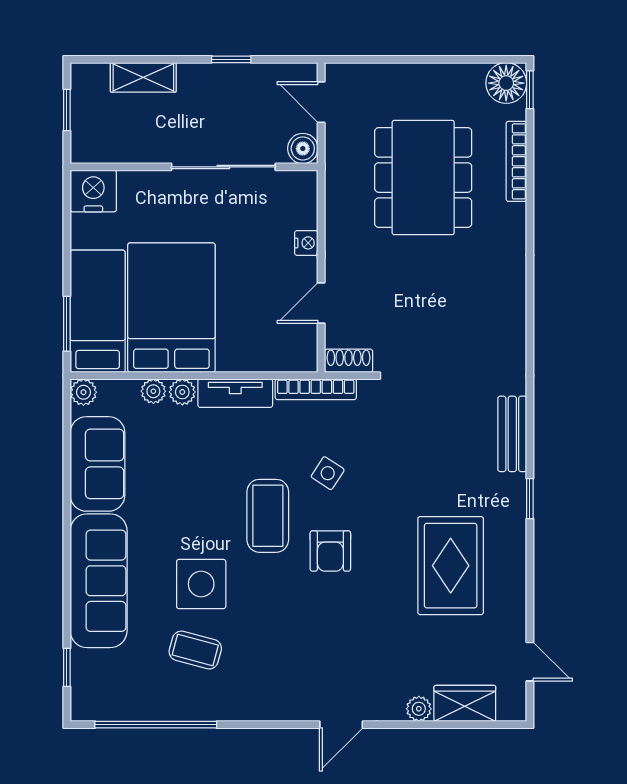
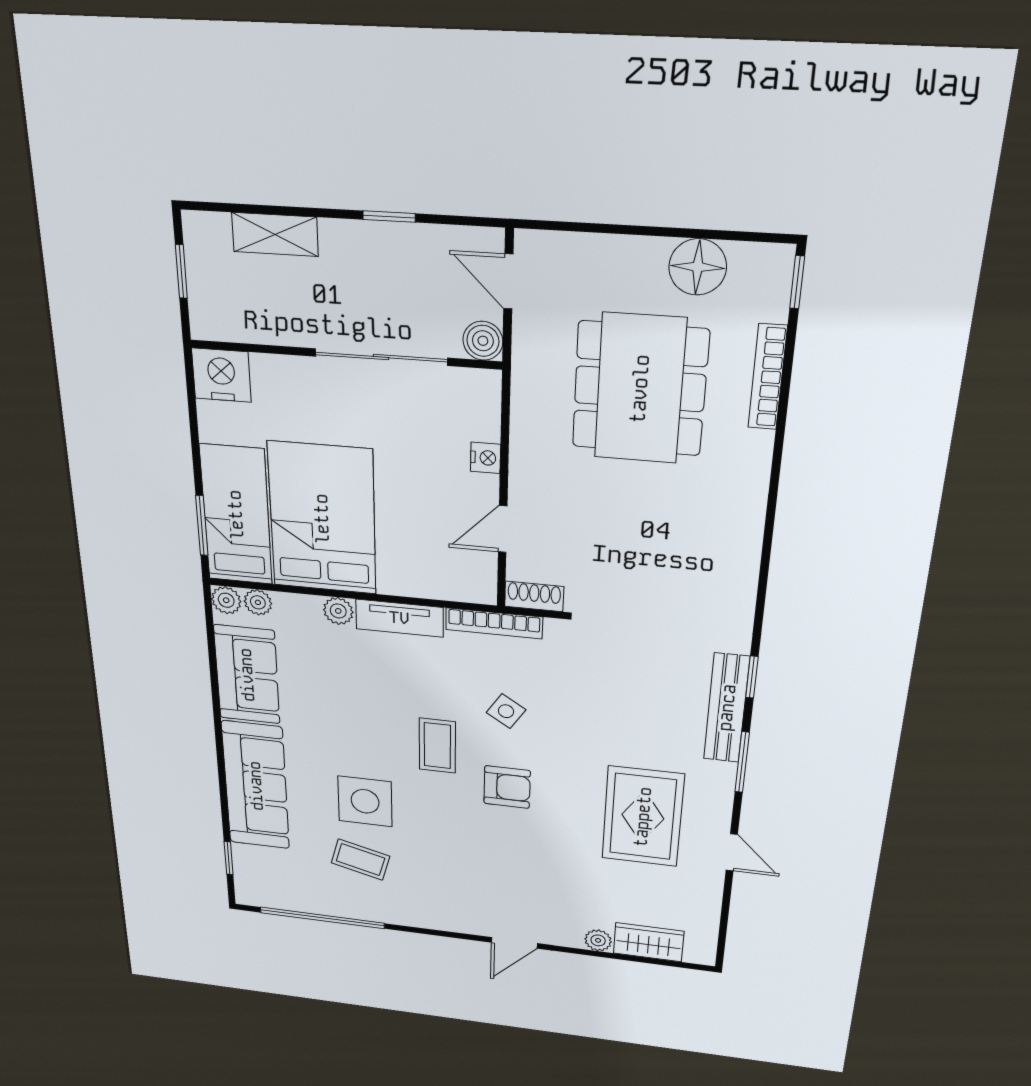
floor lamp: (506, 83) -> (698, 267), moved
plant: (153, 391) -> (258, 602), moved
window: (530, 416) -> (752, 677), added
bench: (512, 434) -> (727, 708), width x1.36
window: (530, 499) -> (742, 762), width x1.50
coffee table: (268, 516) -> (437, 746), width x0.73, depth x0.77
armchair: (330, 551) -> (507, 787), turned -90
door: (530, 662) -> (732, 852), moved

